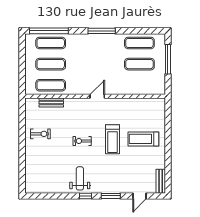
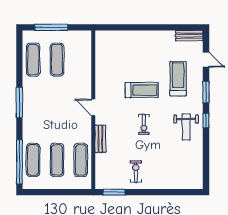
bench: (51, 103) -> (100, 139), moved
window: (22, 115) -> (114, 192), added
treadmill: (143, 139) -> (178, 79), moved, turned 180
weight bench: (80, 178) -> (186, 127), turned -90

